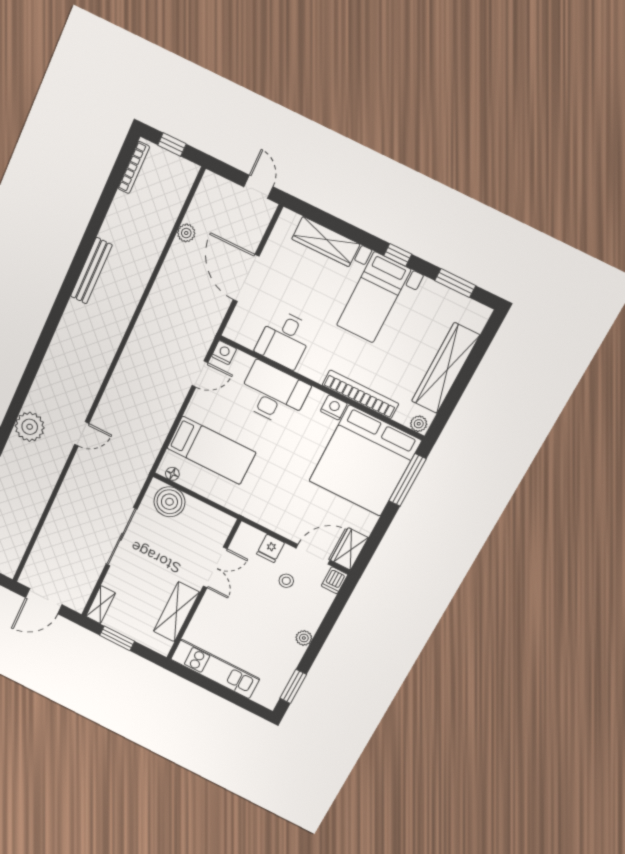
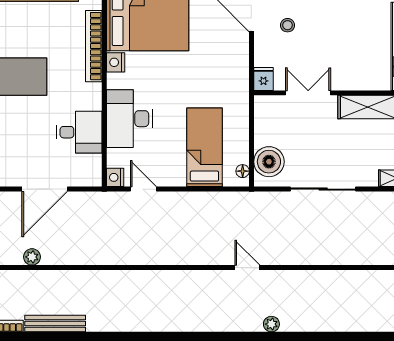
bench: (91, 271) -> (55, 323), moved
plant: (30, 427) -> (271, 324), width x0.53, depth x0.53
fridge: (271, 548) -> (263, 79), moved, turned -90

